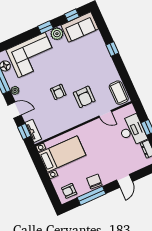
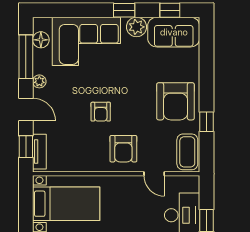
window: (112, 49) -> (206, 122), moved
armchair: (99, 67) -> (175, 101), added
armchair: (84, 97) -> (123, 149), moved

